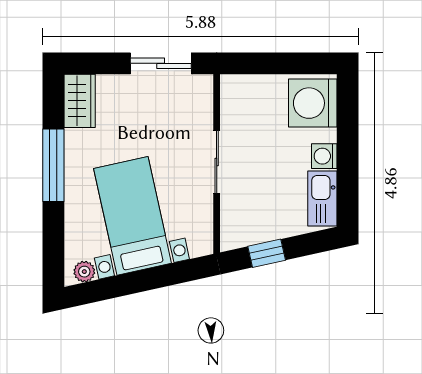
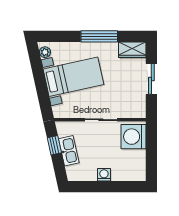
sliding door: (161, 63) -> (151, 79), moved
washing machine: (313, 103) -> (134, 137), moved, turned -90
kitchen sink: (322, 199) -> (69, 151), moved, turned 78

